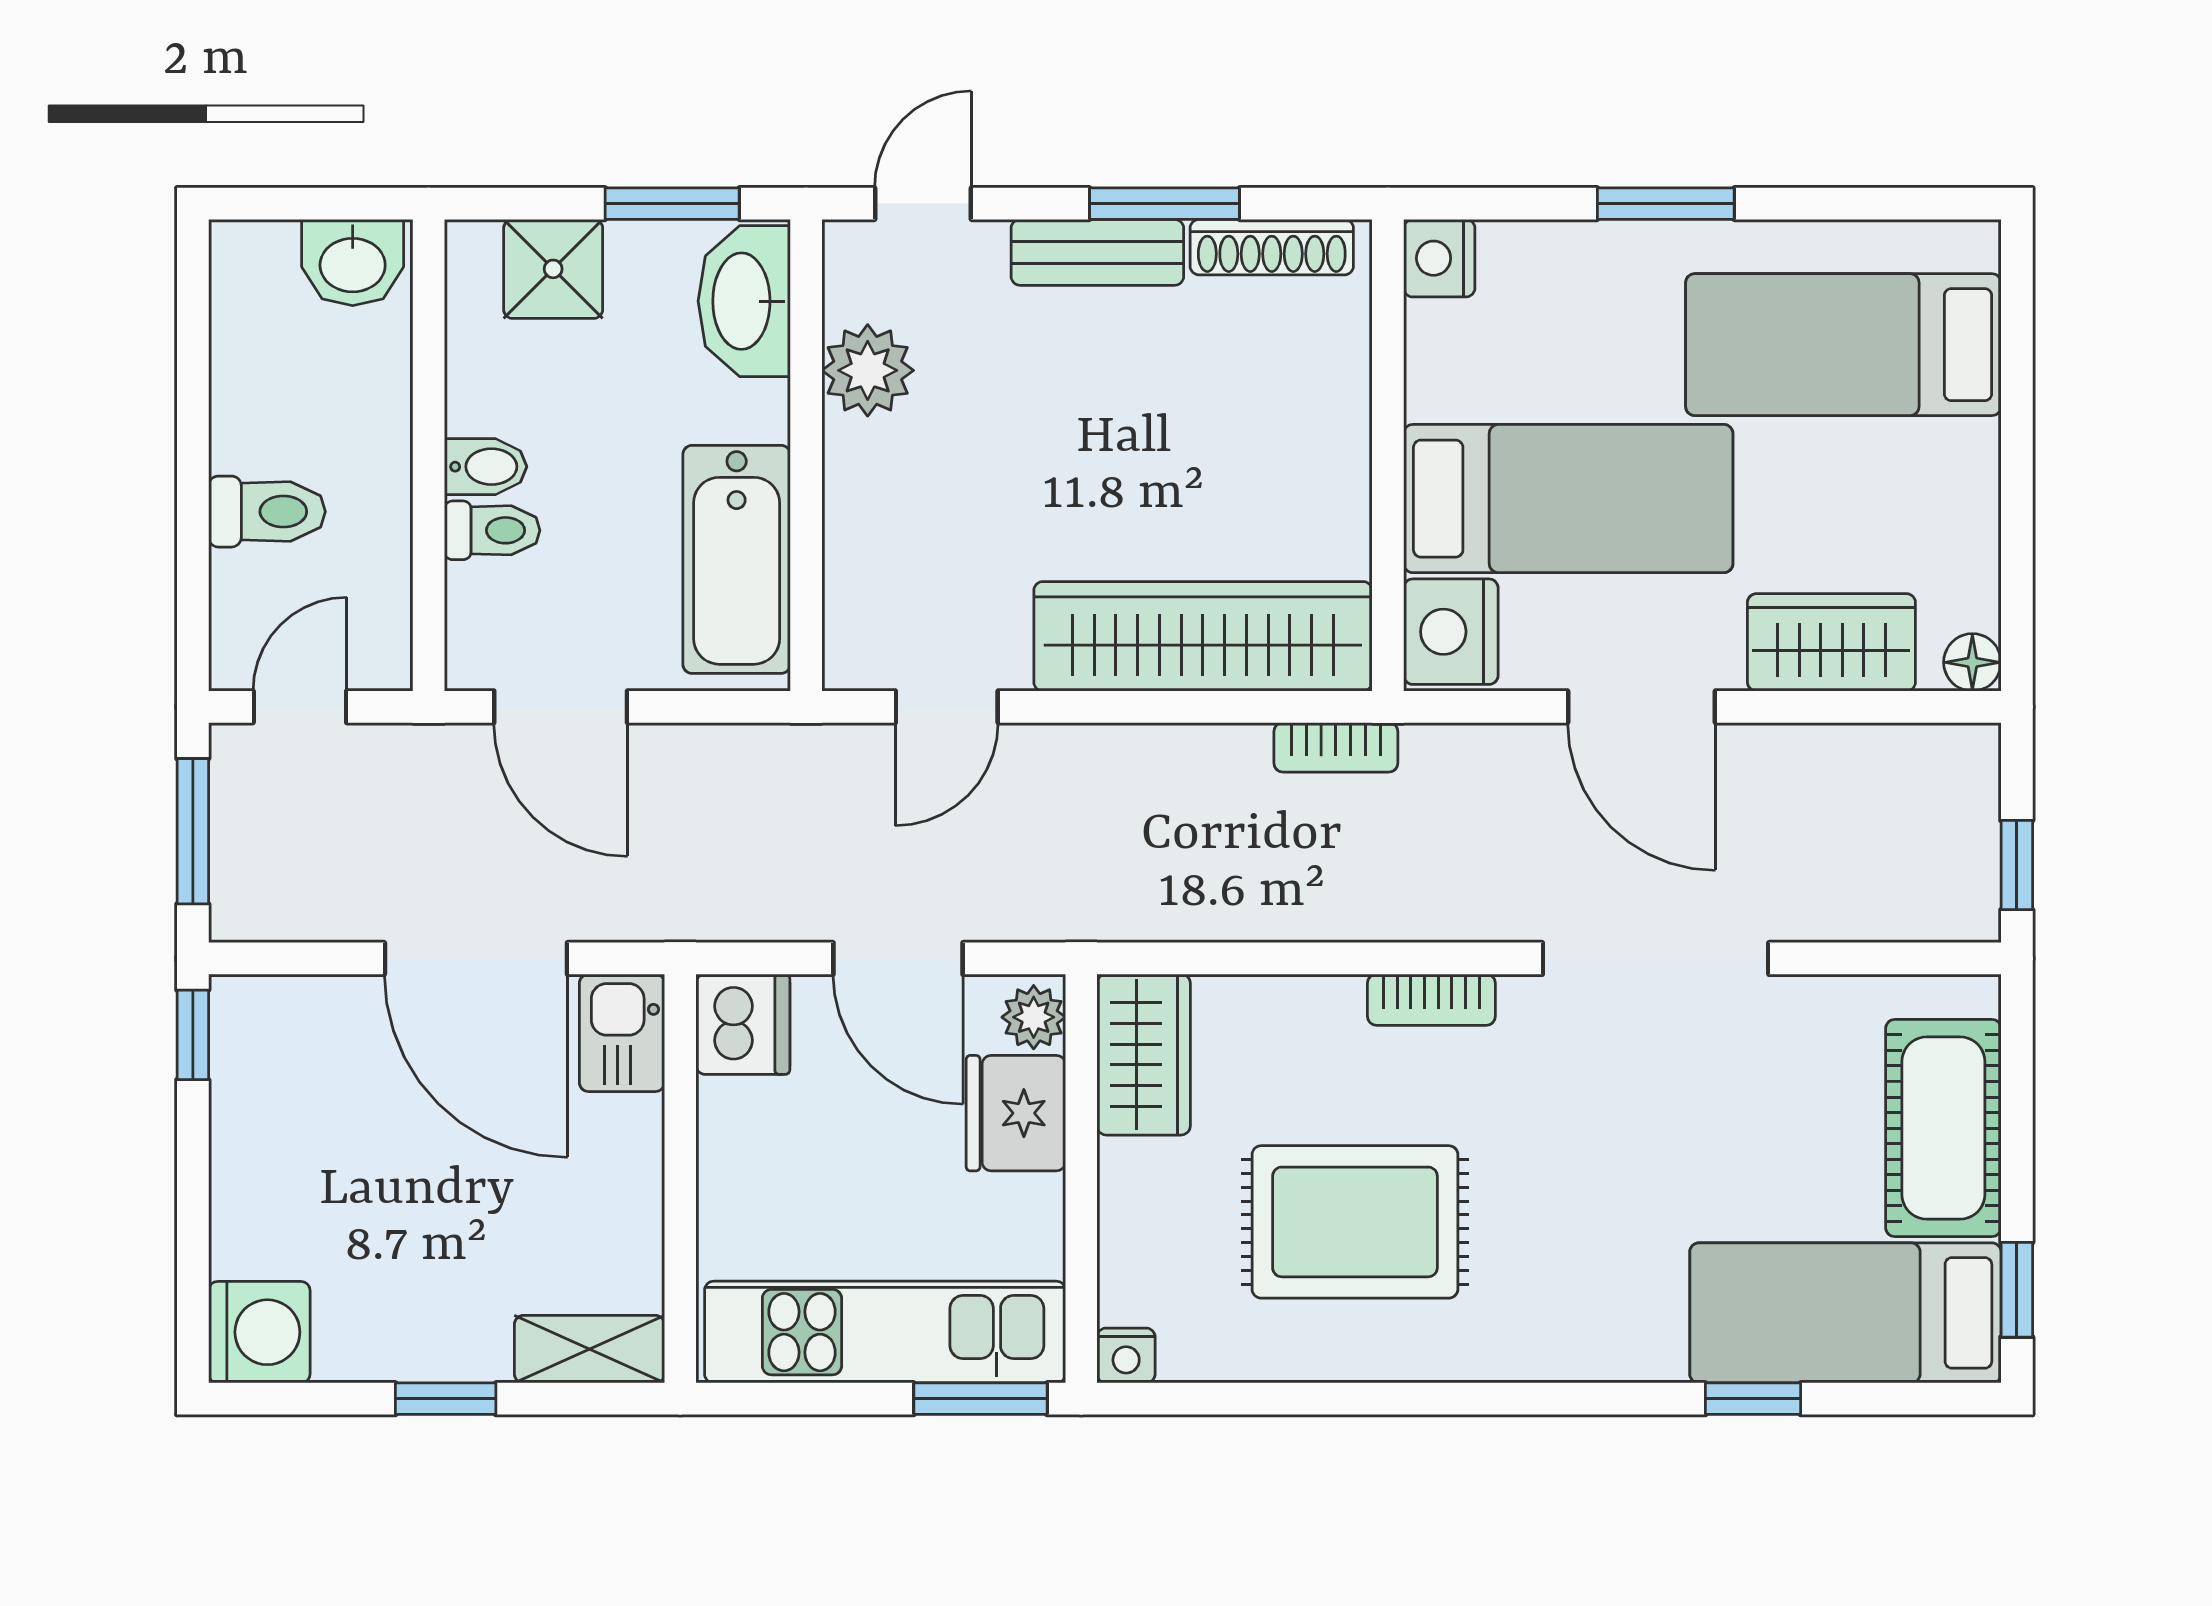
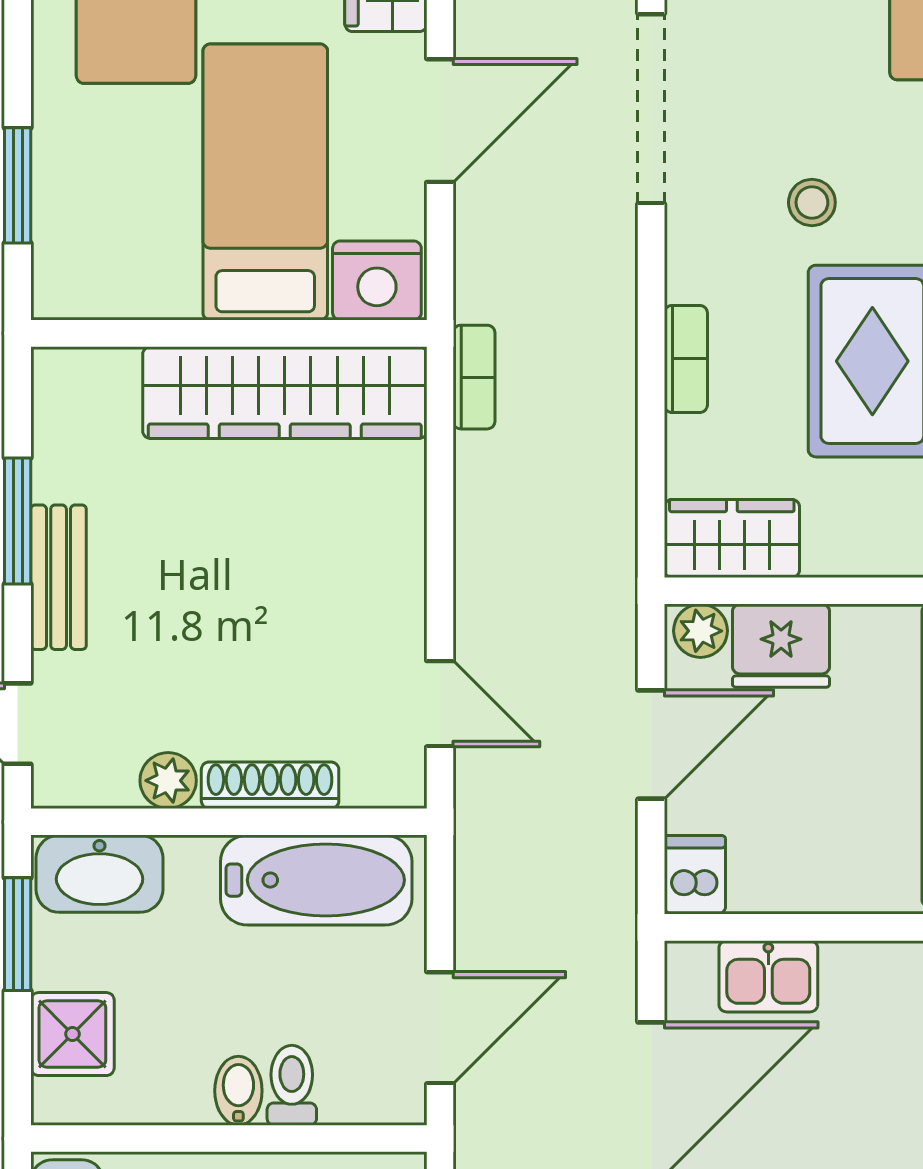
window: (1666, 204) -> (18, 185), moved
shoe rack: (1272, 247) -> (270, 785), moved, turned -90
nightstand: (1439, 258) -> (63, 290), removed
plant: (868, 370) -> (168, 781), width x0.73, depth x0.73
wardrobe: (1203, 636) -> (285, 393), moved, turned -90
bookcase: (1431, 1000) -> (686, 359), moved
dishwasher: (743, 1024) -> (695, 875), width x0.73
kitchen sink: (622, 1033) -> (768, 976), moved
stool: (1544, 1150) -> (812, 203), added

